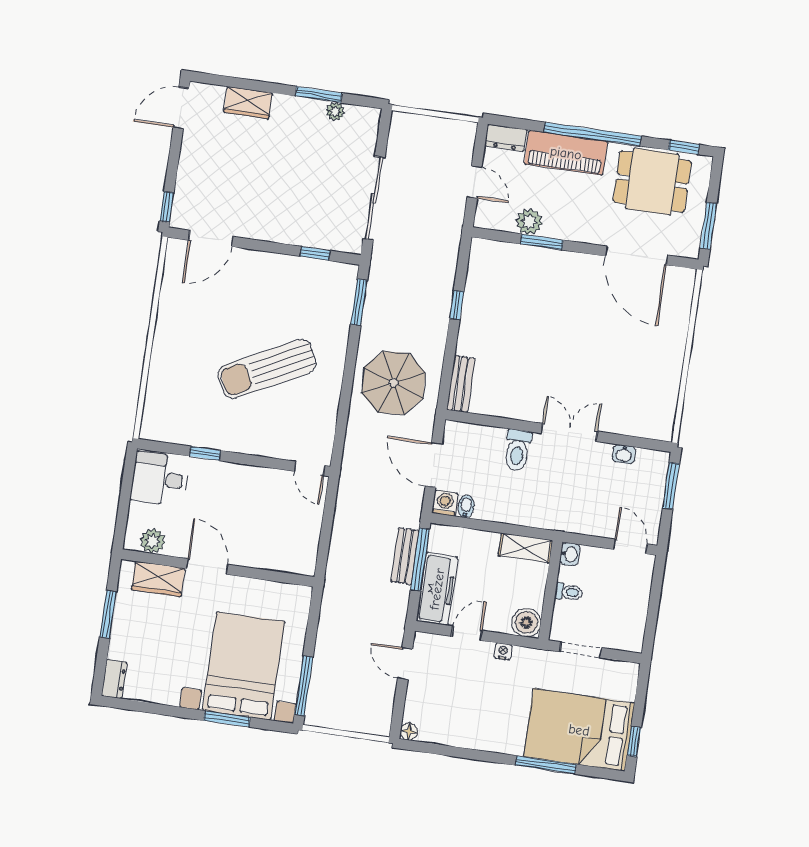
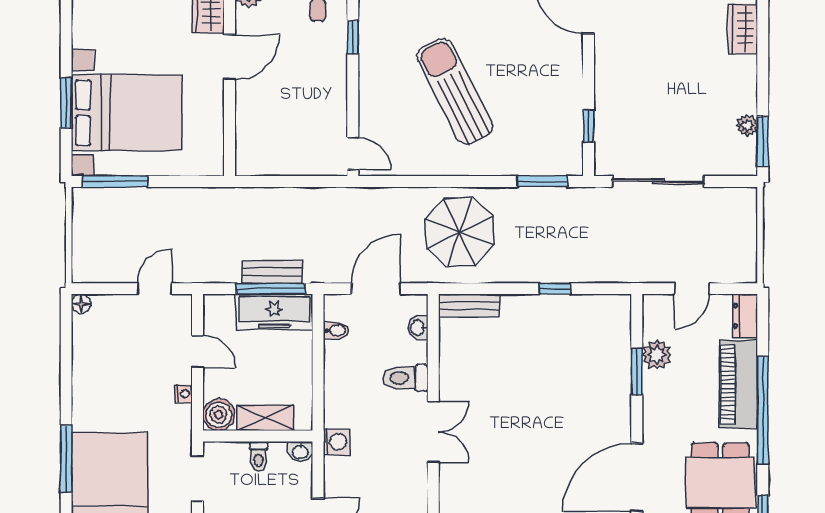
window: (319, 95) -> (763, 141), moved
washbasin: (624, 454) -> (418, 328), moved
door: (310, 468) -> (353, 154), swing flipped
washing machine: (445, 503) -> (336, 442), moved
shelving: (525, 548) -> (265, 418), moved, turned 90
freezer: (437, 589) -> (274, 312), moved

